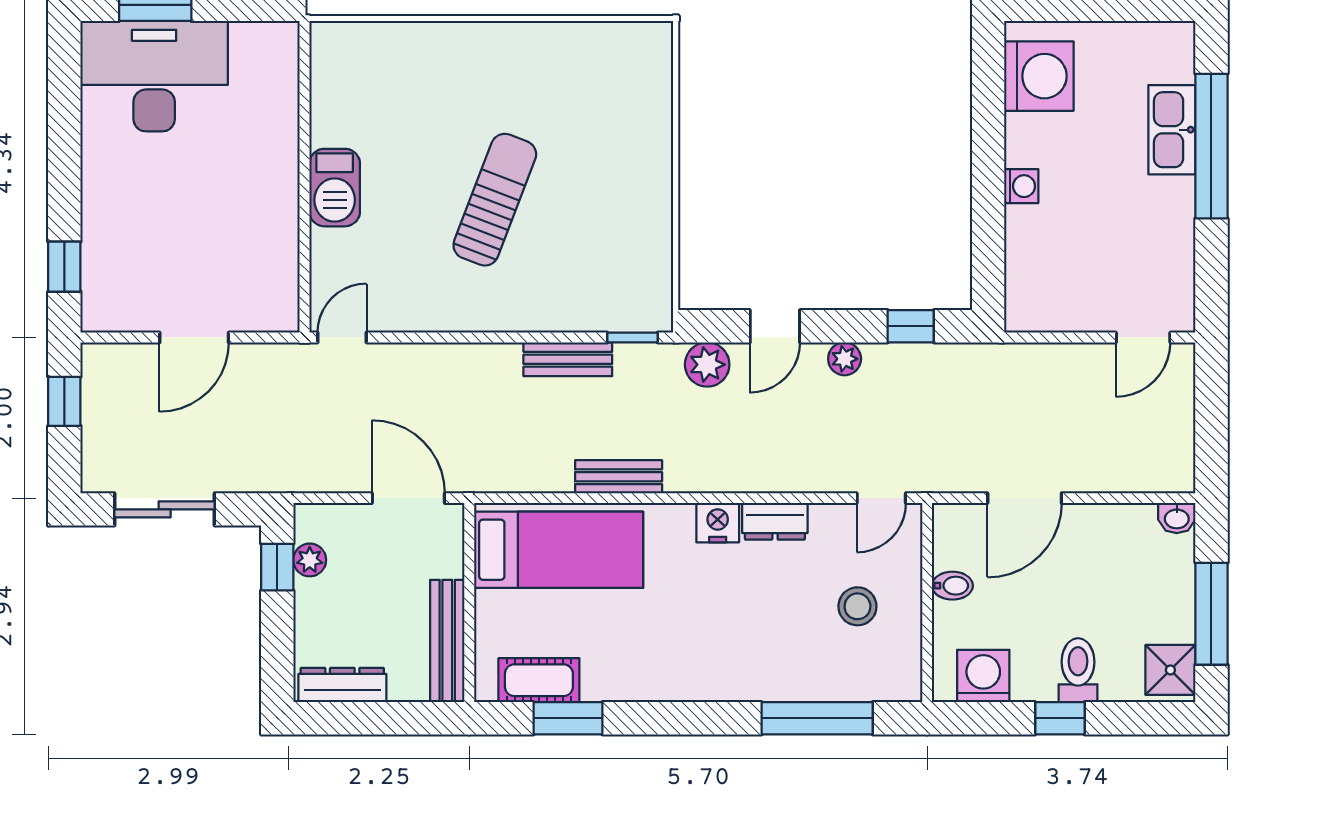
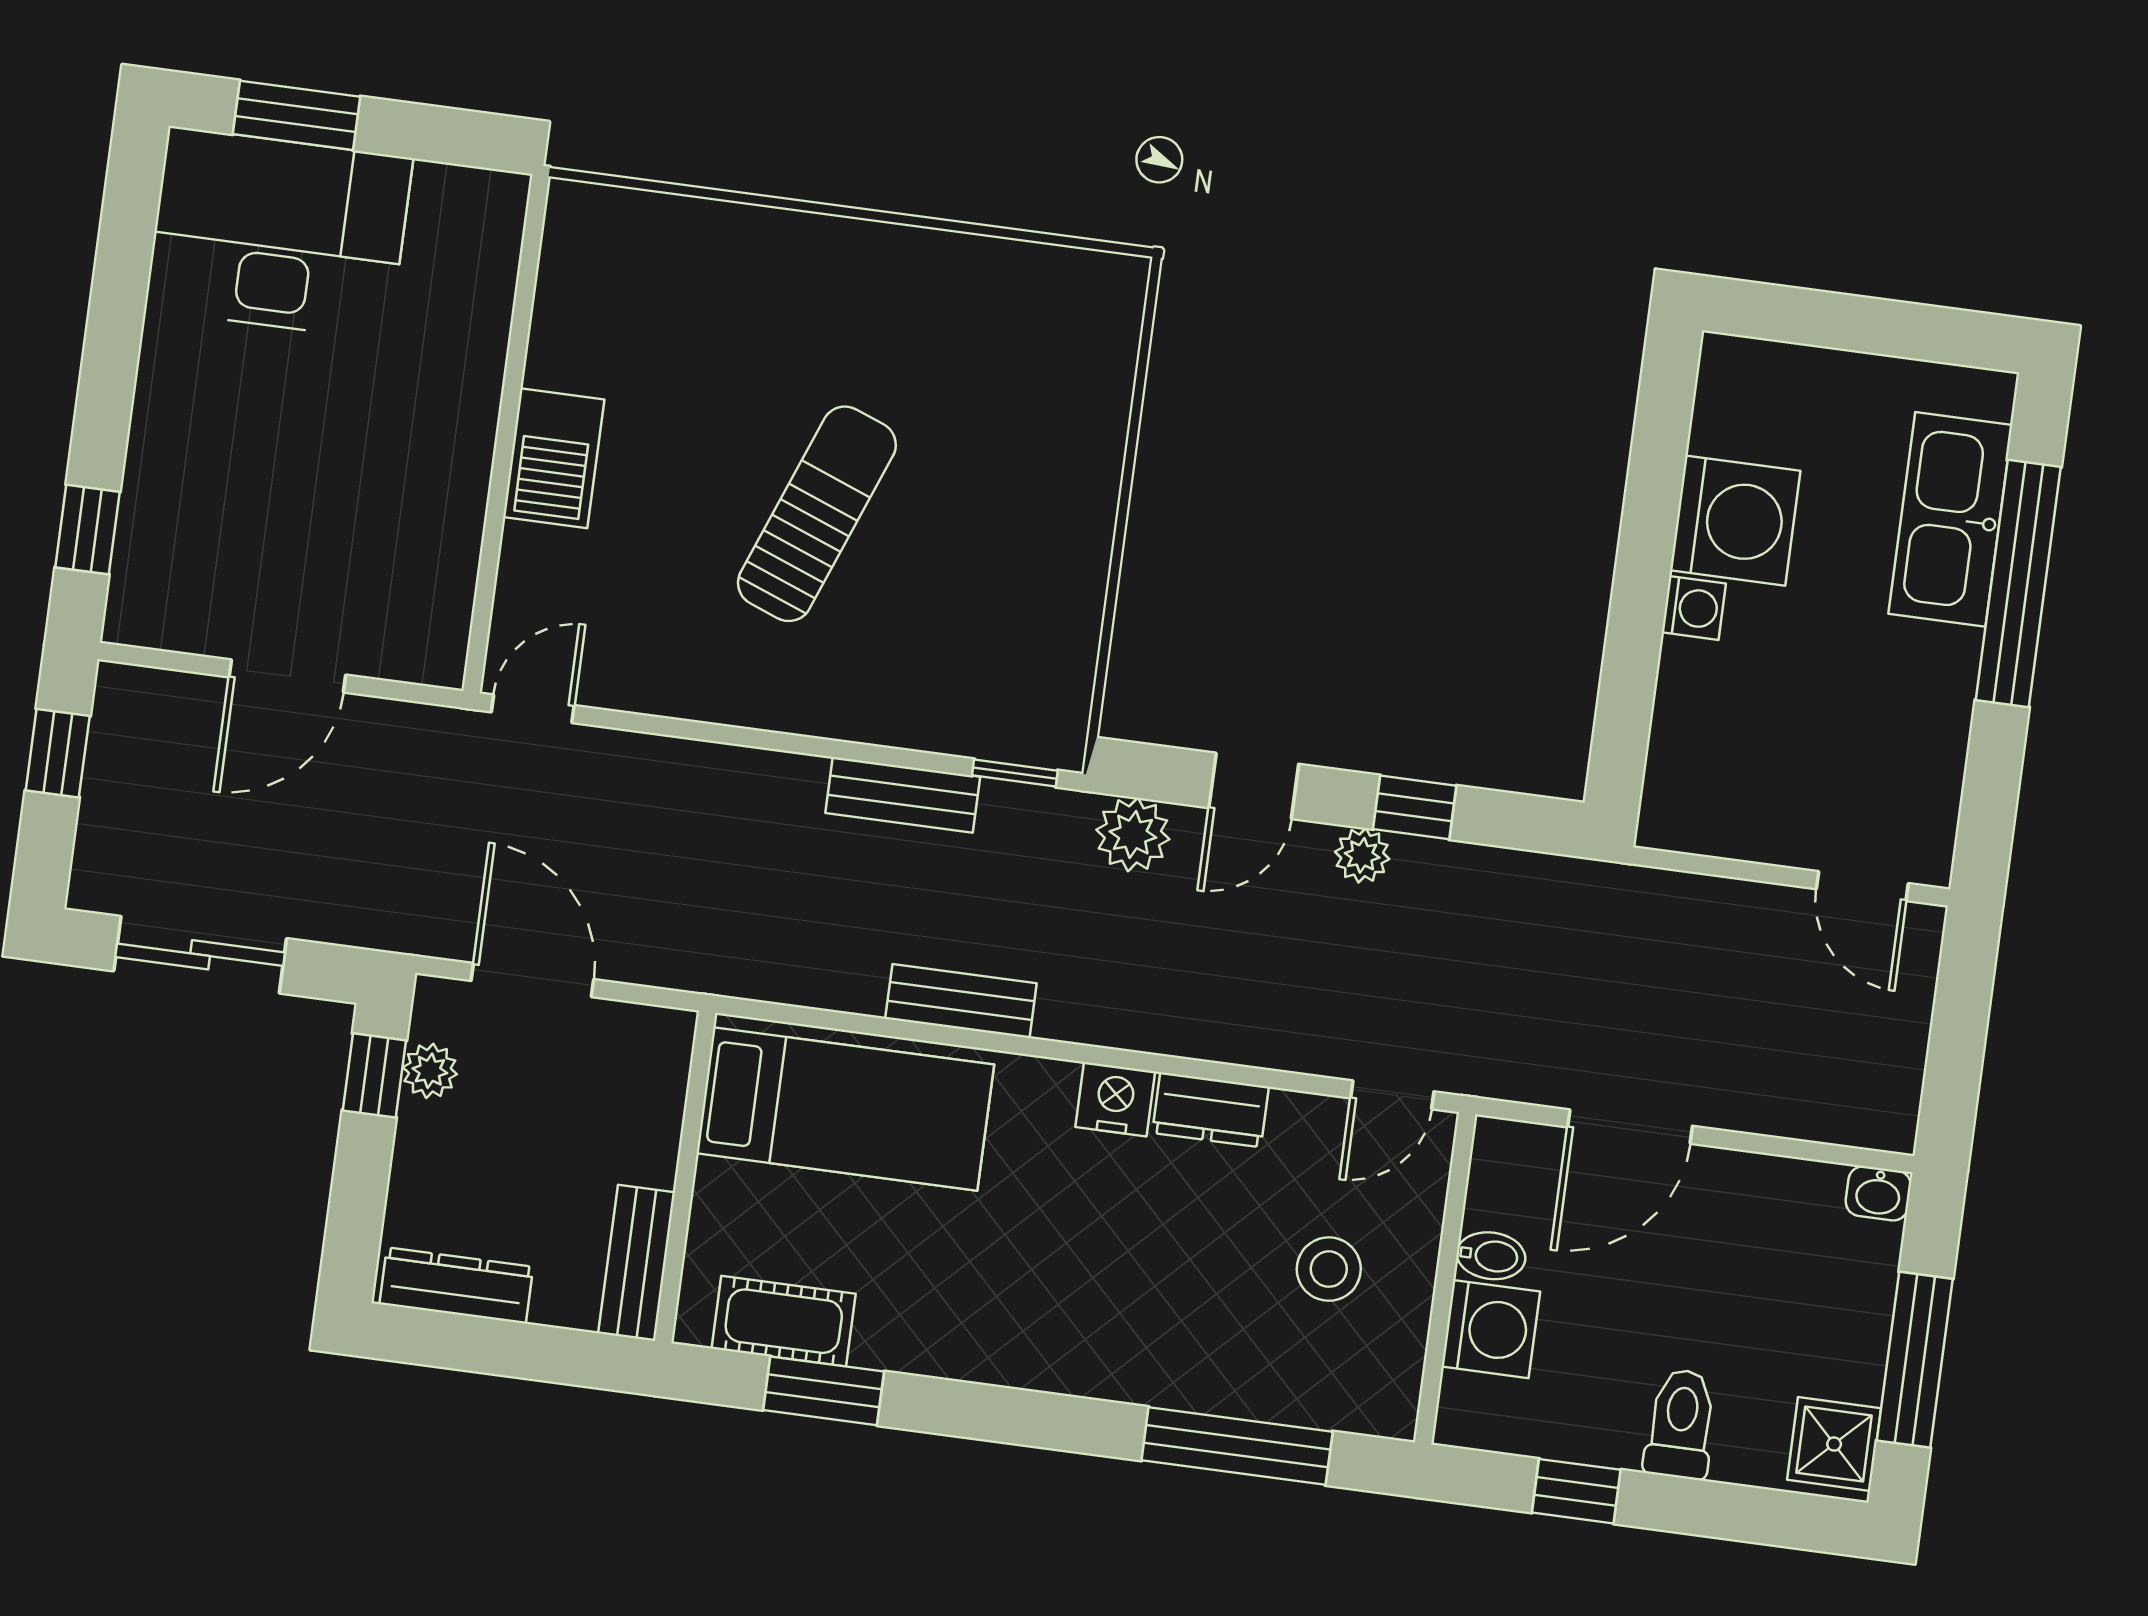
washing machine: (1039, 76) -> (1735, 521), moved
kitchen sink: (1172, 130) -> (1950, 519), width x1.36, depth x1.24
window: (911, 326) -> (1415, 807), moved
door: (1143, 337) -> (1862, 886), hinge flipped
door: (408, 498) -> (532, 980), moved
bench: (447, 641) -> (637, 1263), width x0.73
washing machine: (983, 676) -> (1491, 1329), moved, turned 90
window: (1060, 718) -> (1576, 1491), moved

